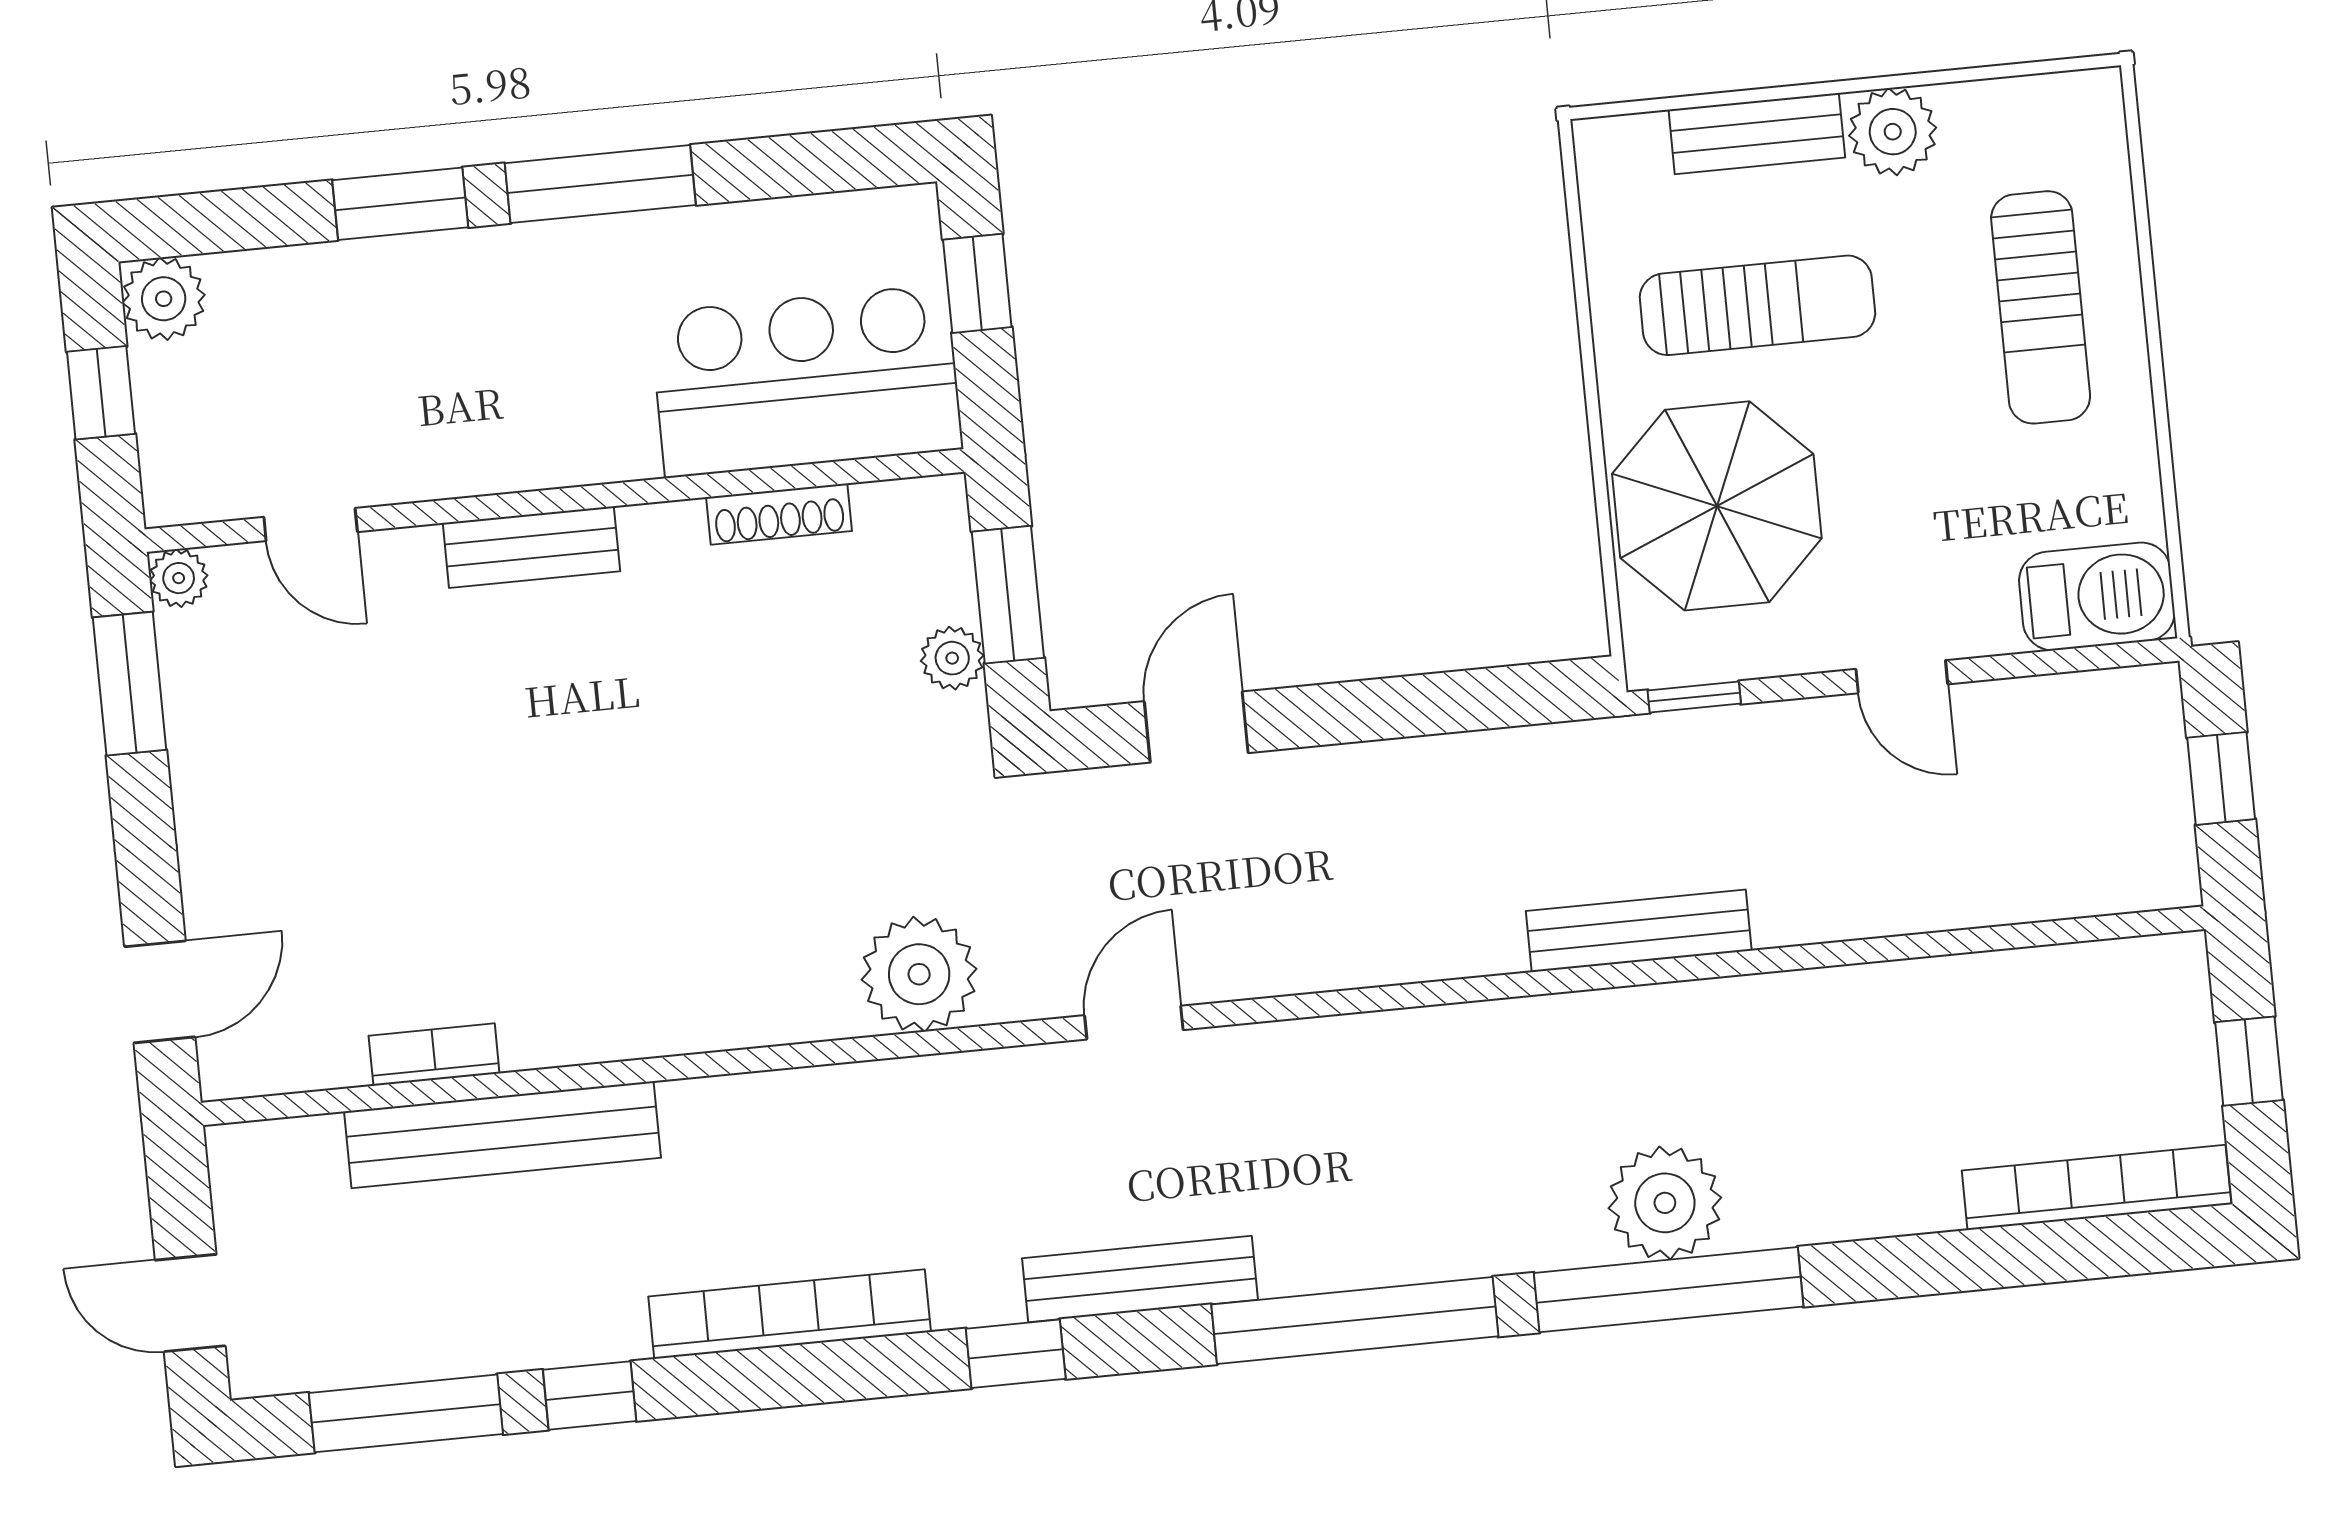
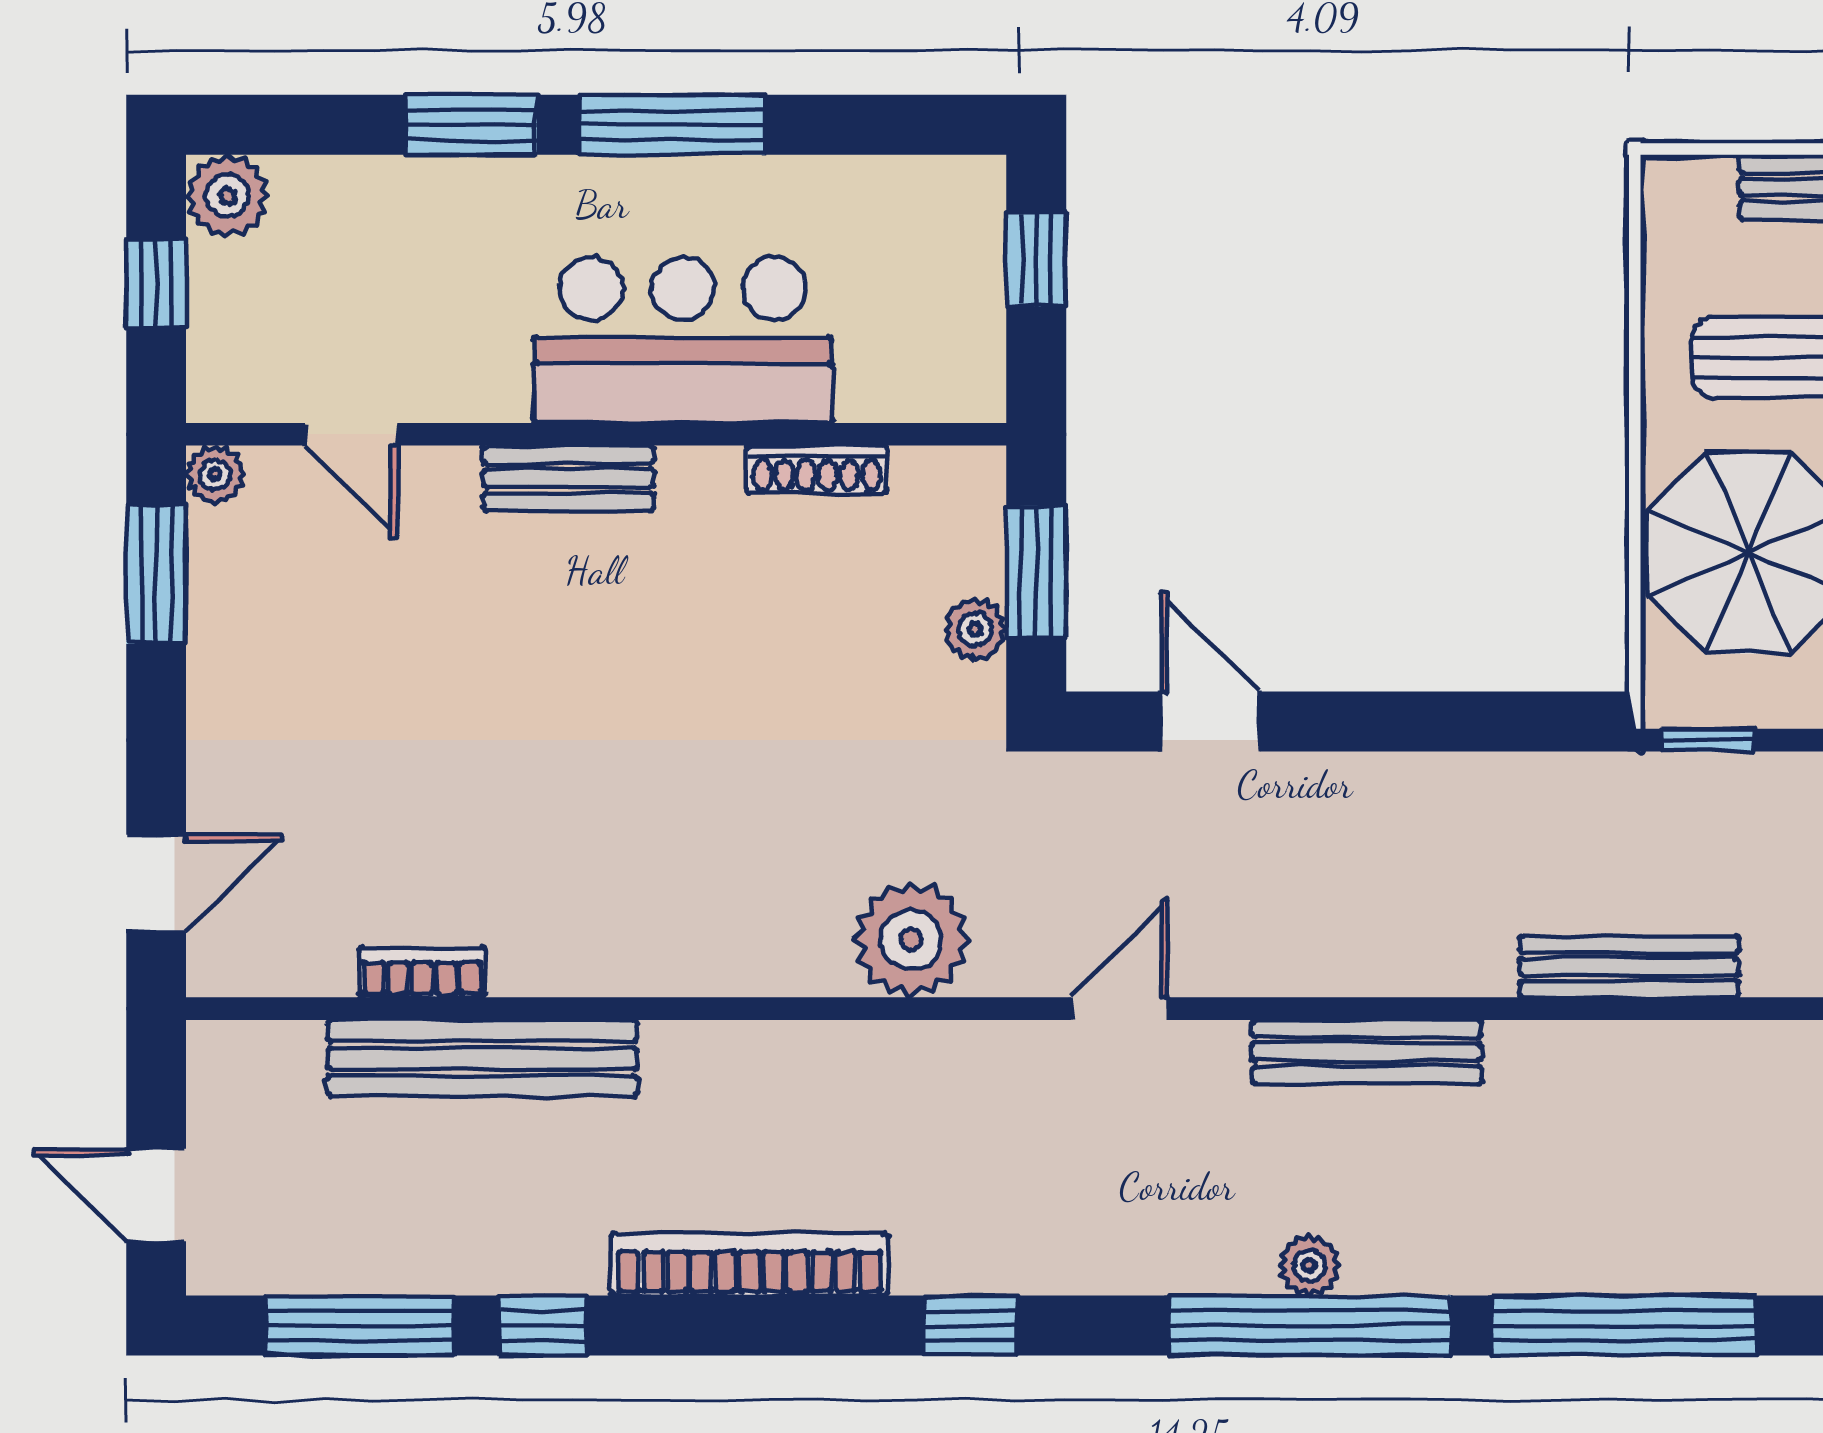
bar counter: (806, 381) -> (683, 340), moved
door: (1196, 727) -> (1210, 721), hinge flipped
plant: (1665, 1203) -> (1309, 1266), moved, width x0.53, depth x0.53
bench: (1140, 1279) -> (1366, 1052), moved

